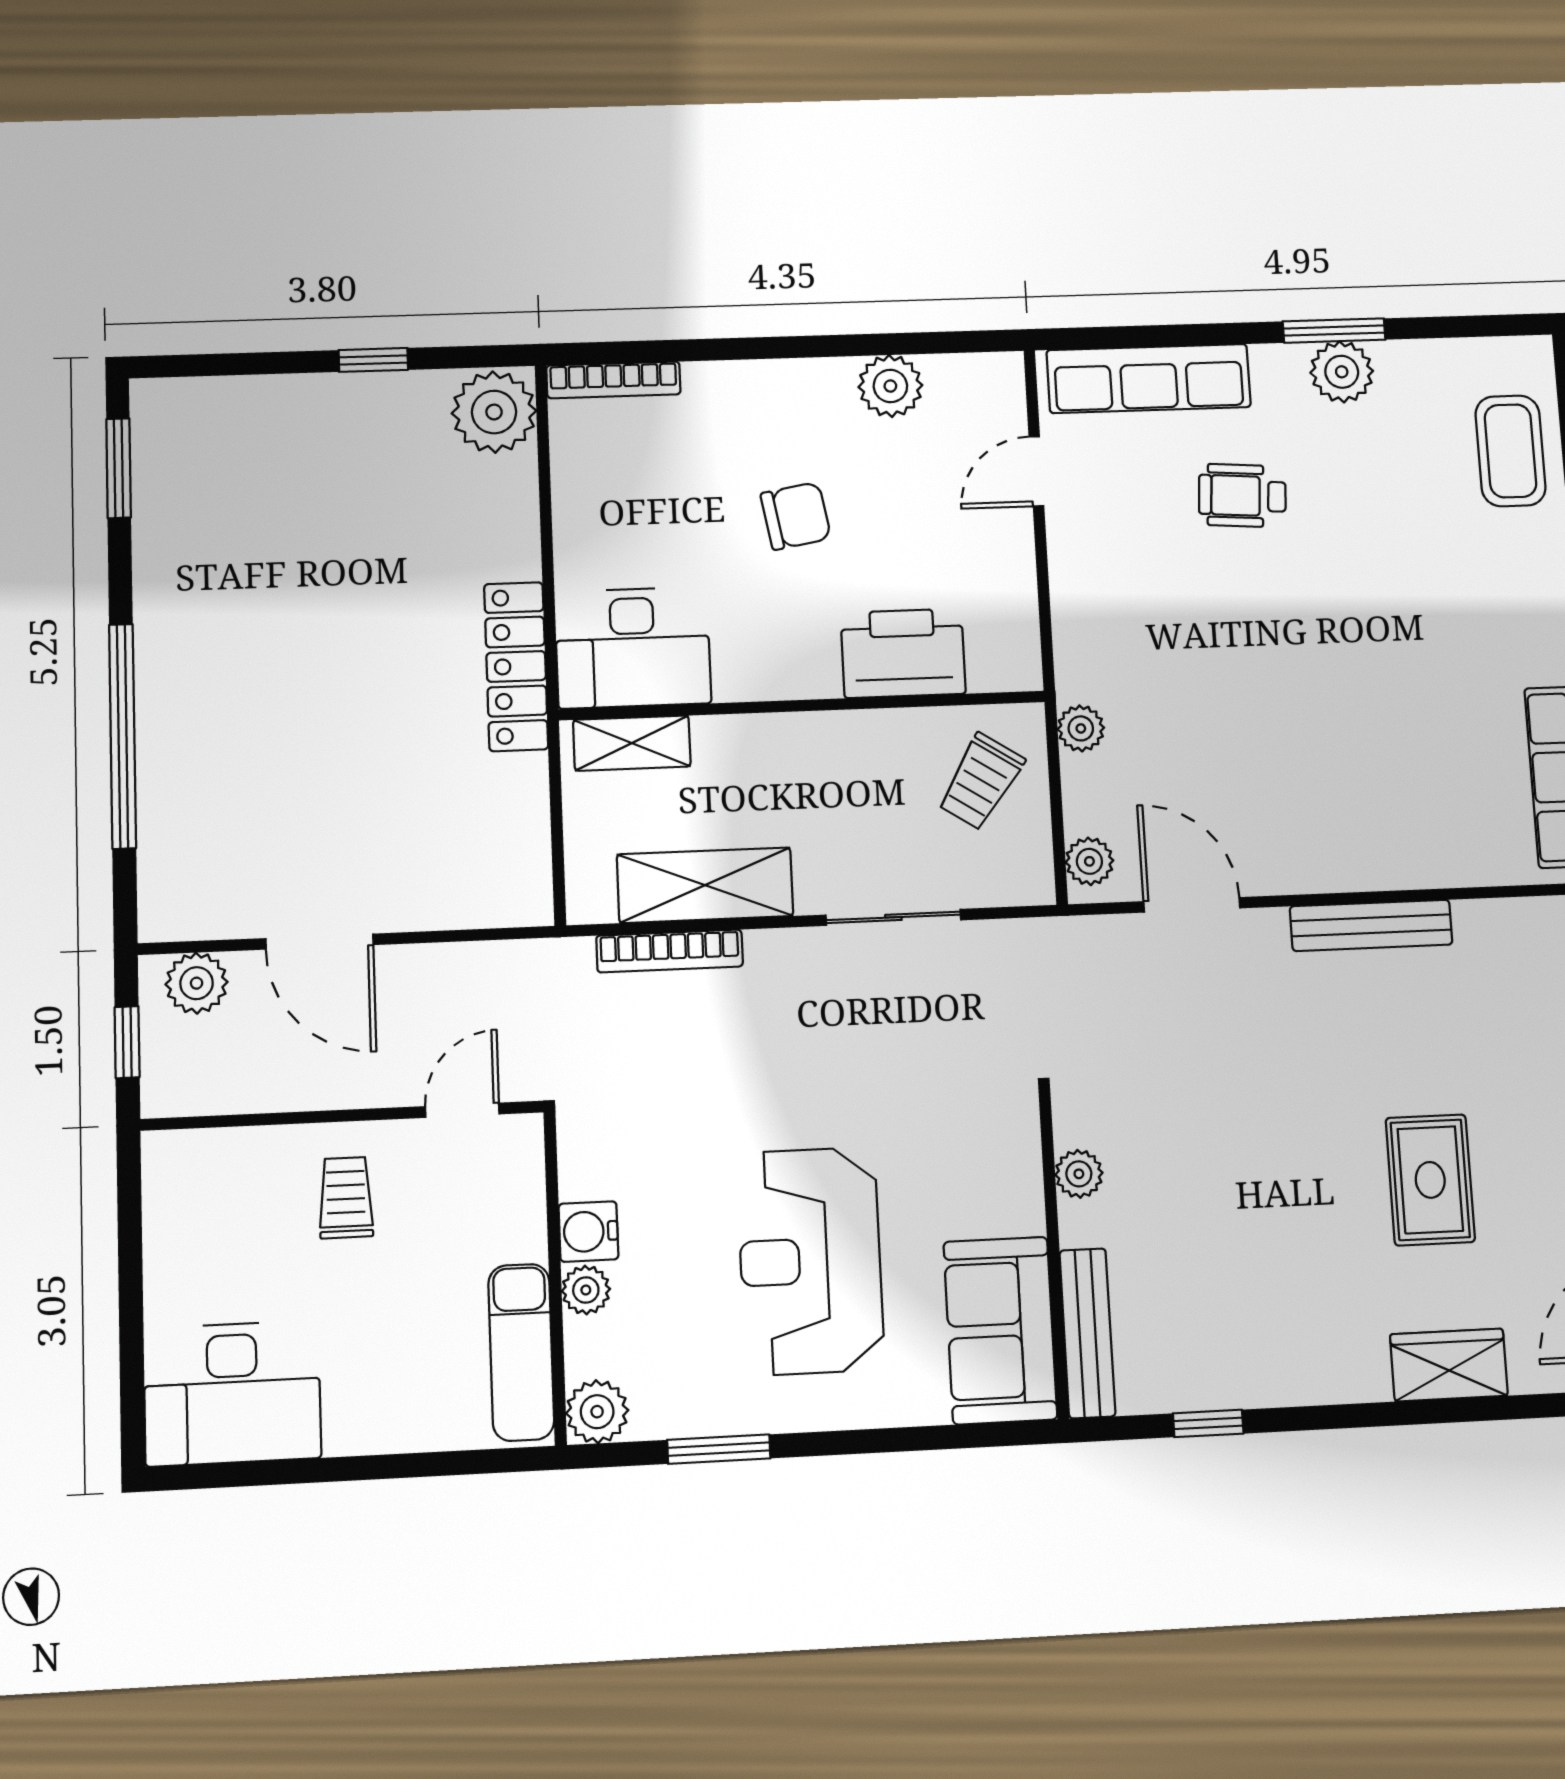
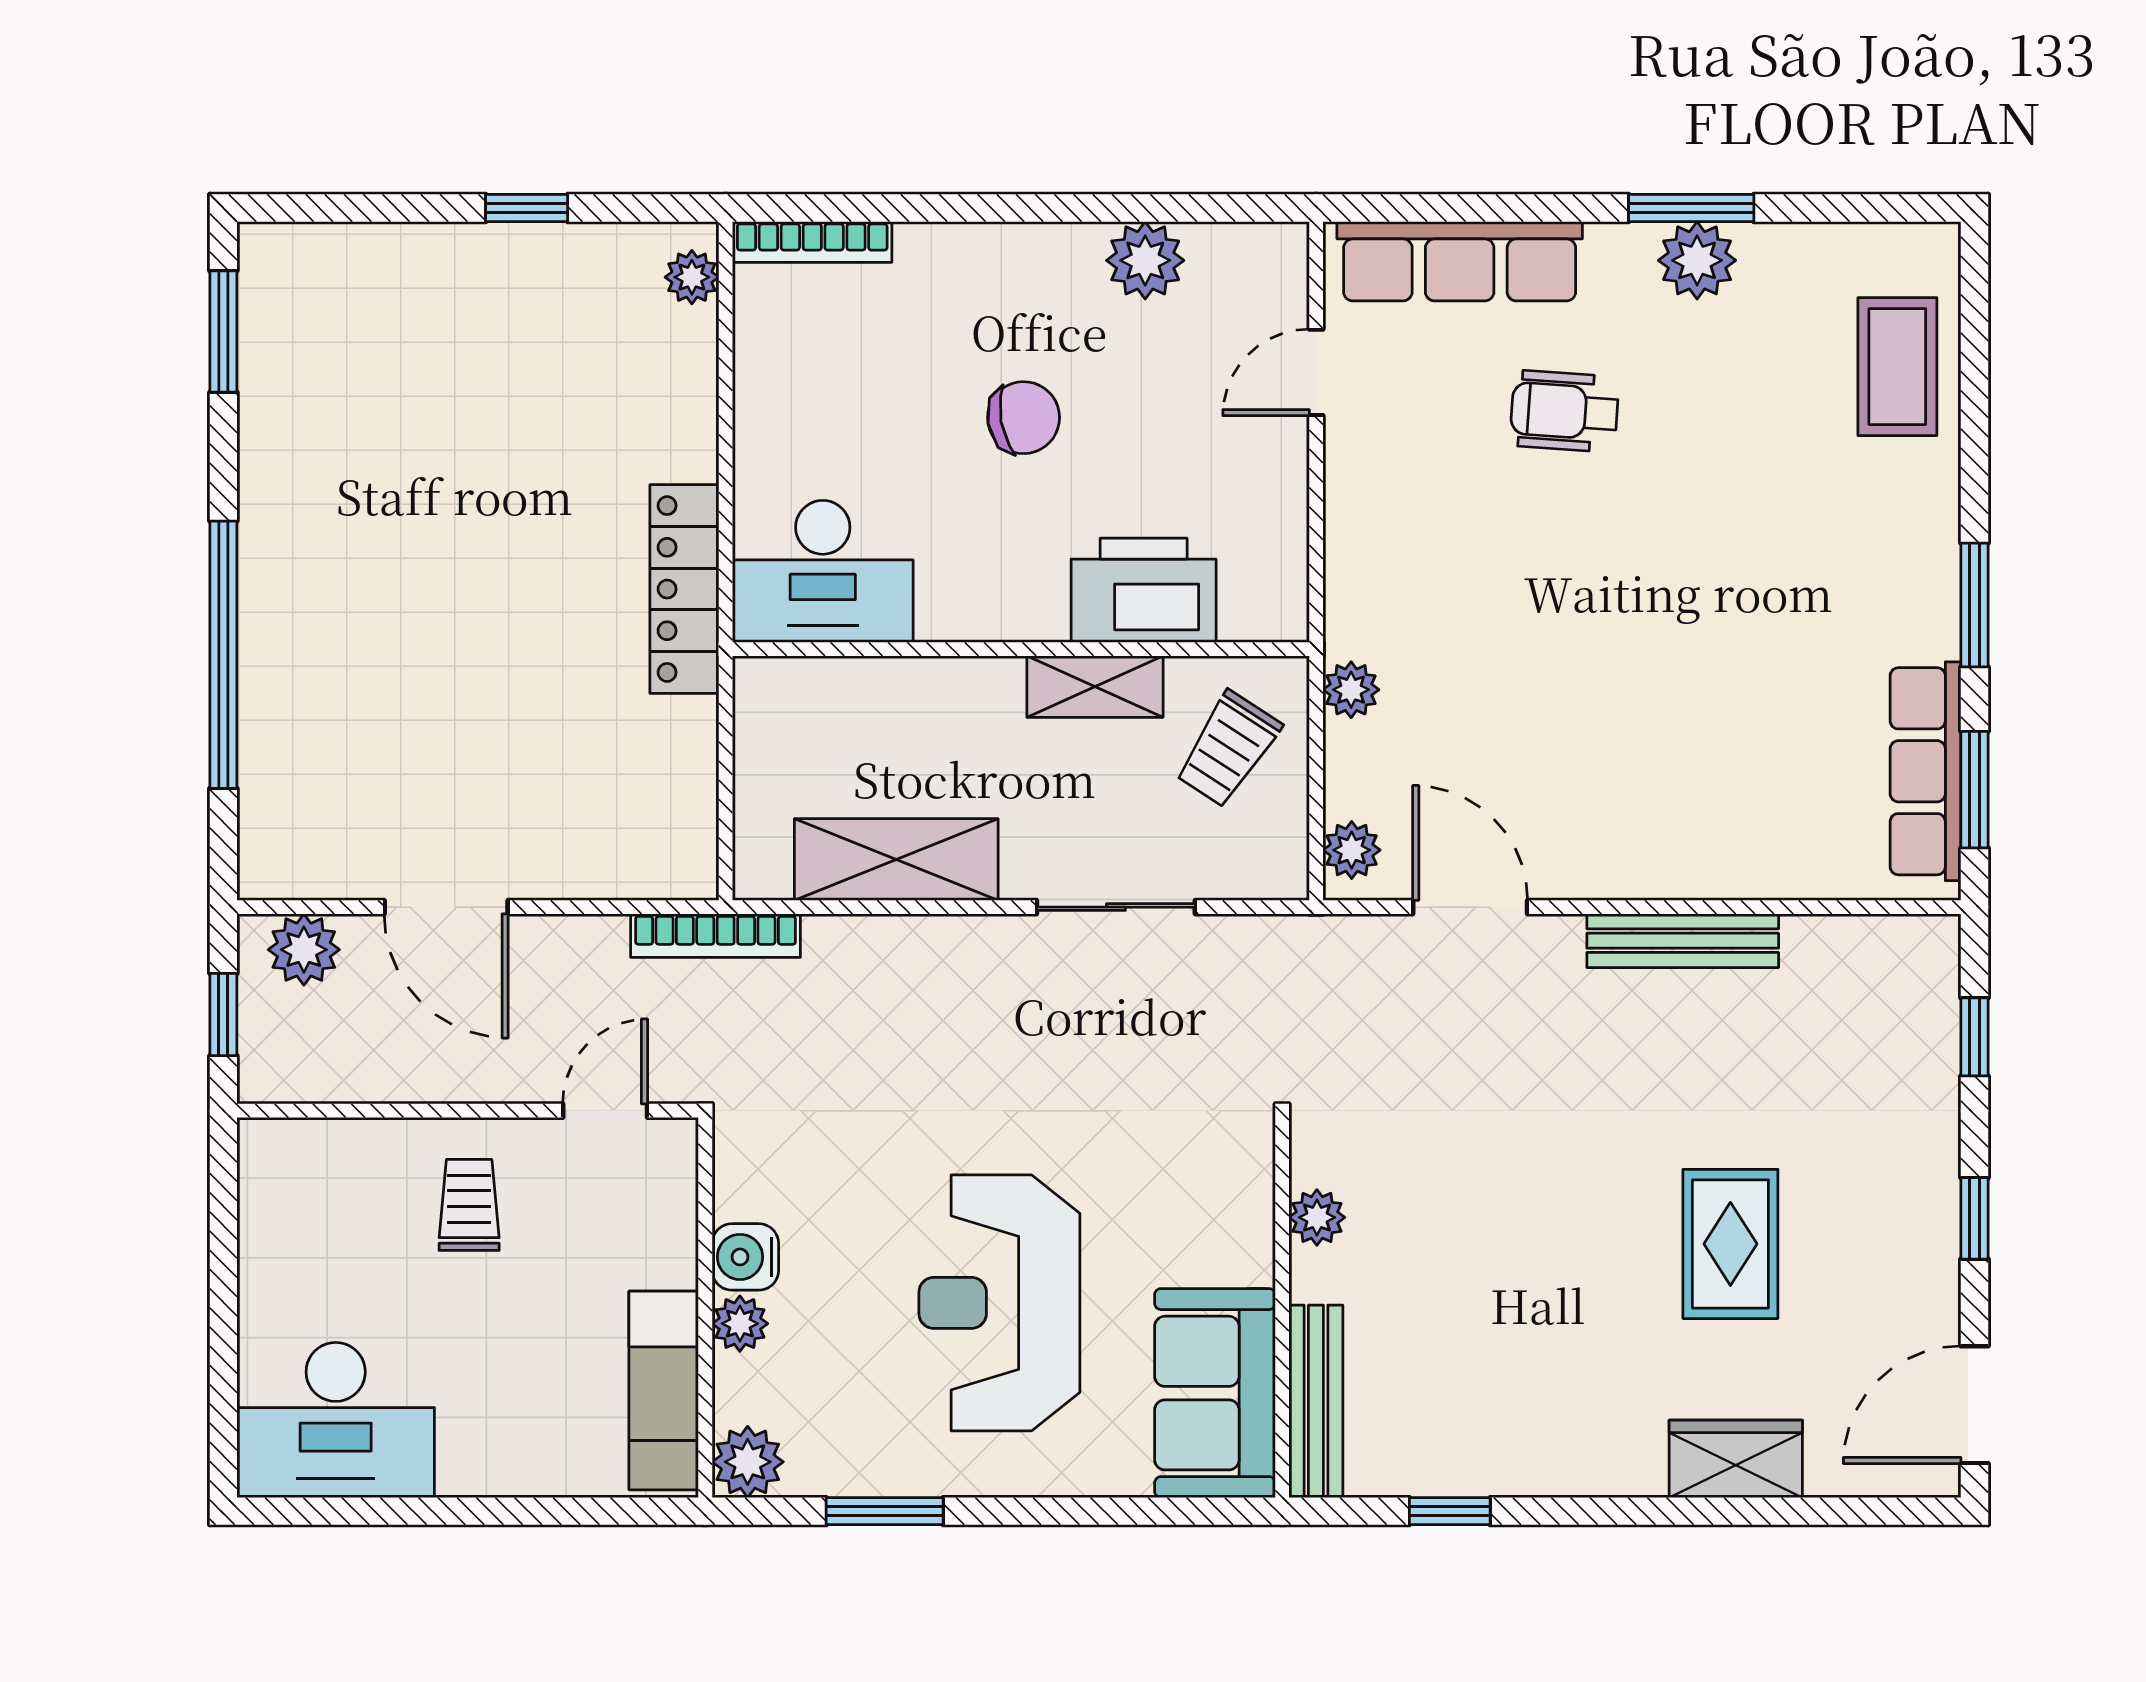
plant: (494, 412) -> (692, 277), width x0.53, depth x0.53
shelving: (632, 743) -> (1095, 687), moved
bookcase: (670, 951) -> (715, 936), moved

